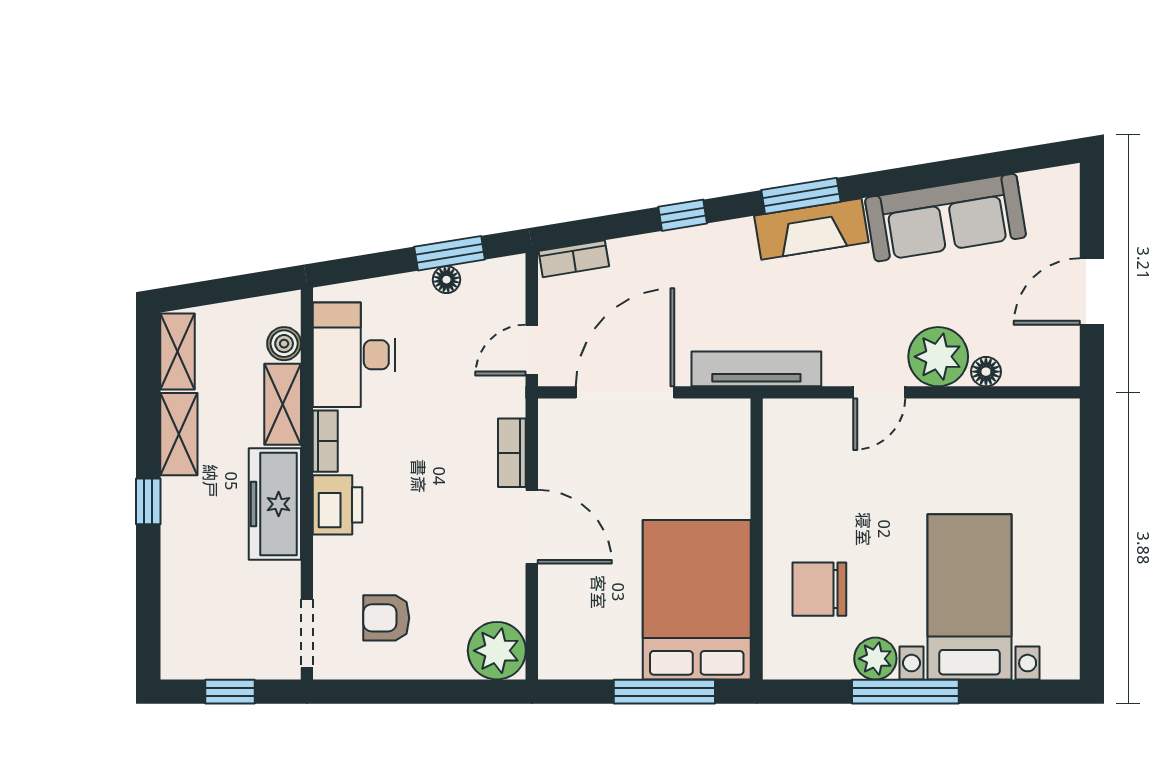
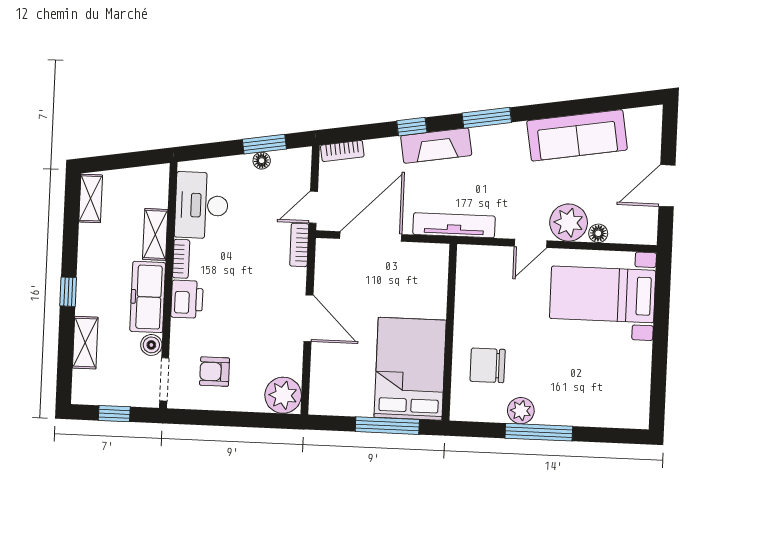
fireplace: (811, 229) -> (436, 146), moved
boiler: (284, 344) -> (151, 345), moved
shelving: (179, 434) -> (85, 343), moved
bookcase: (512, 453) -> (299, 245), moved
bed with nightstands: (970, 597) -> (603, 294), moved, turned -90

